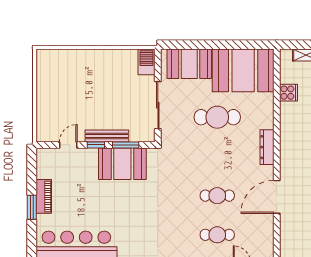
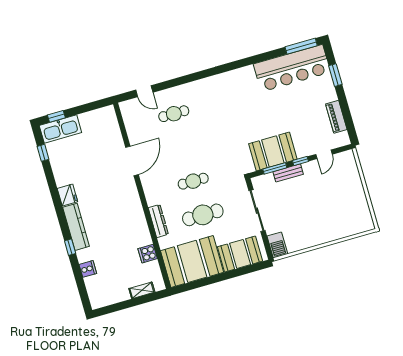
bench: (107, 136) -> (288, 173), width x0.73
dresser: (267, 147) -> (158, 221), moved
piano: (44, 196) -> (336, 117), moved
cafe table: (217, 196) -> (193, 181), moved
window: (32, 207) -> (335, 75), moved

